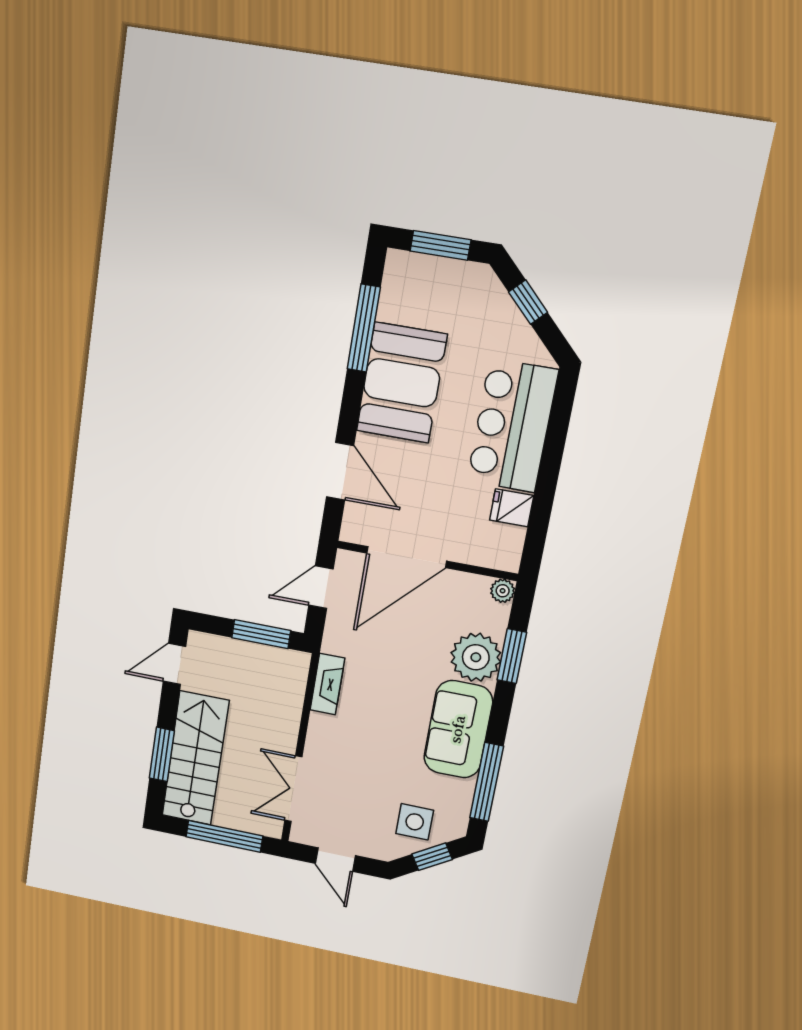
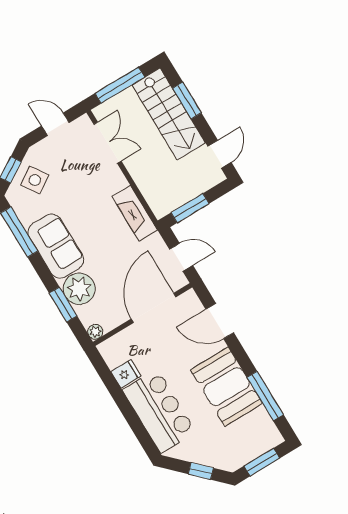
door: (321, 587) -> (181, 257), hinge flipped
fireplace: (327, 684) -> (135, 213), width x1.37, depth x1.32
side table: (415, 822) -> (35, 180), turned -34

